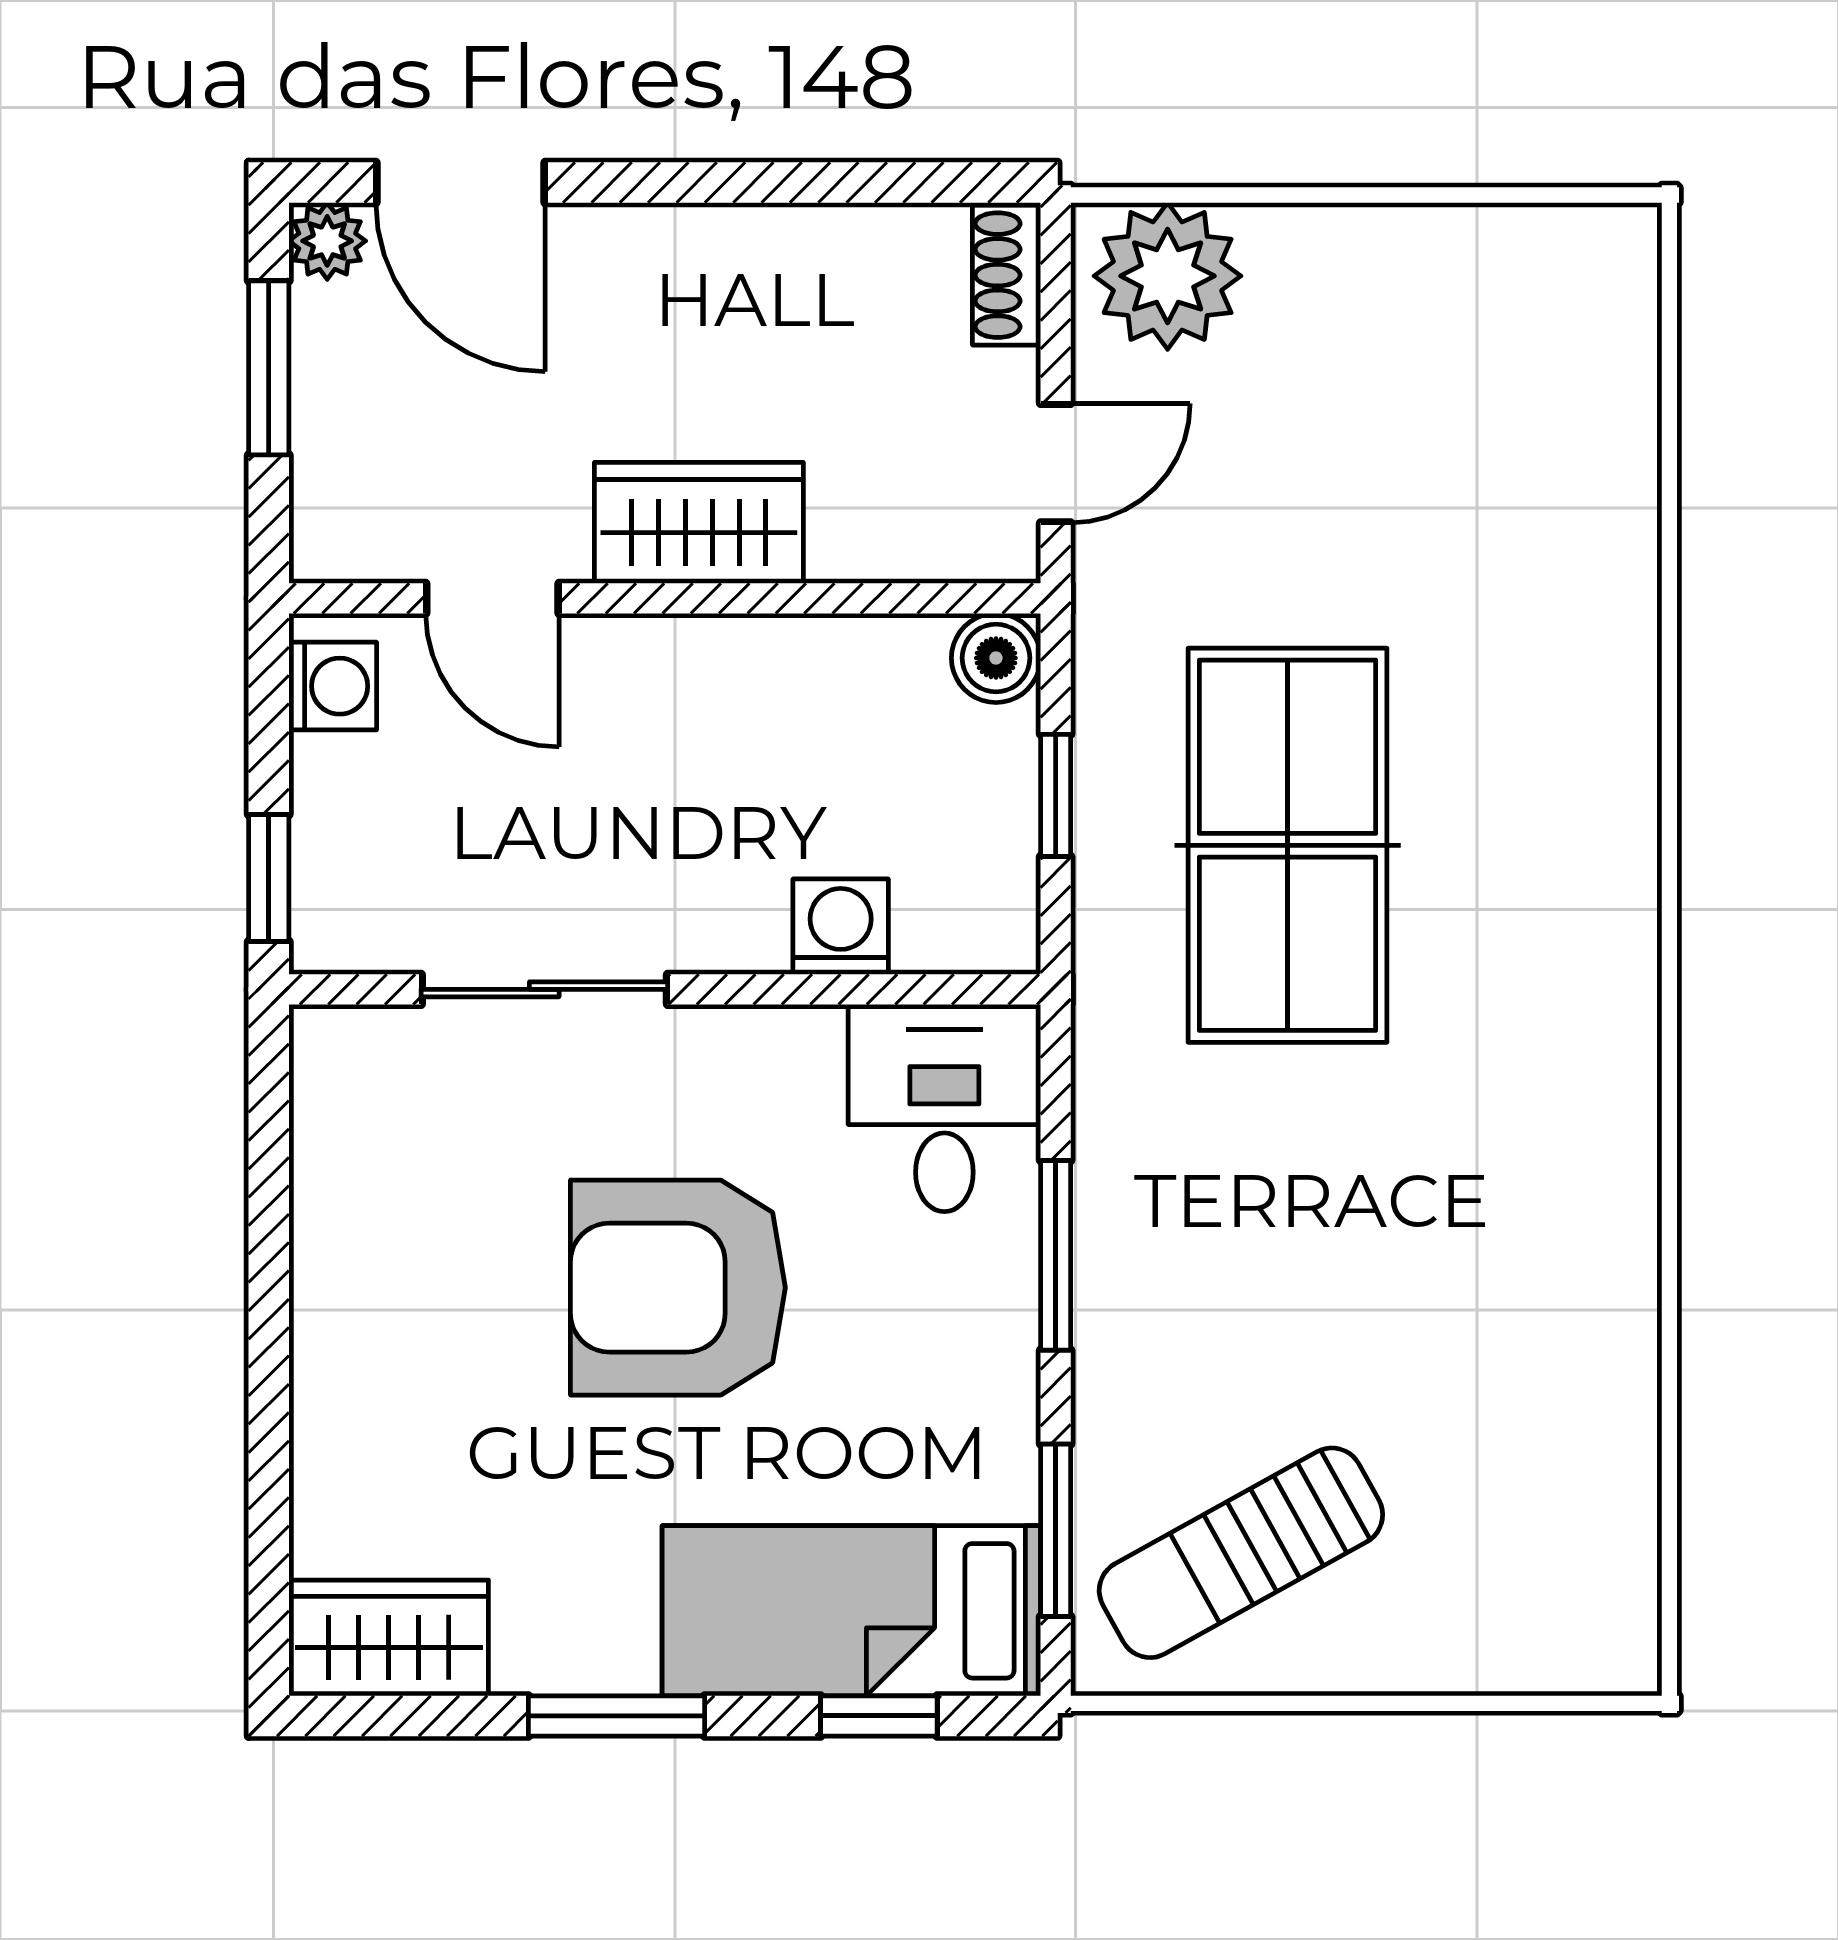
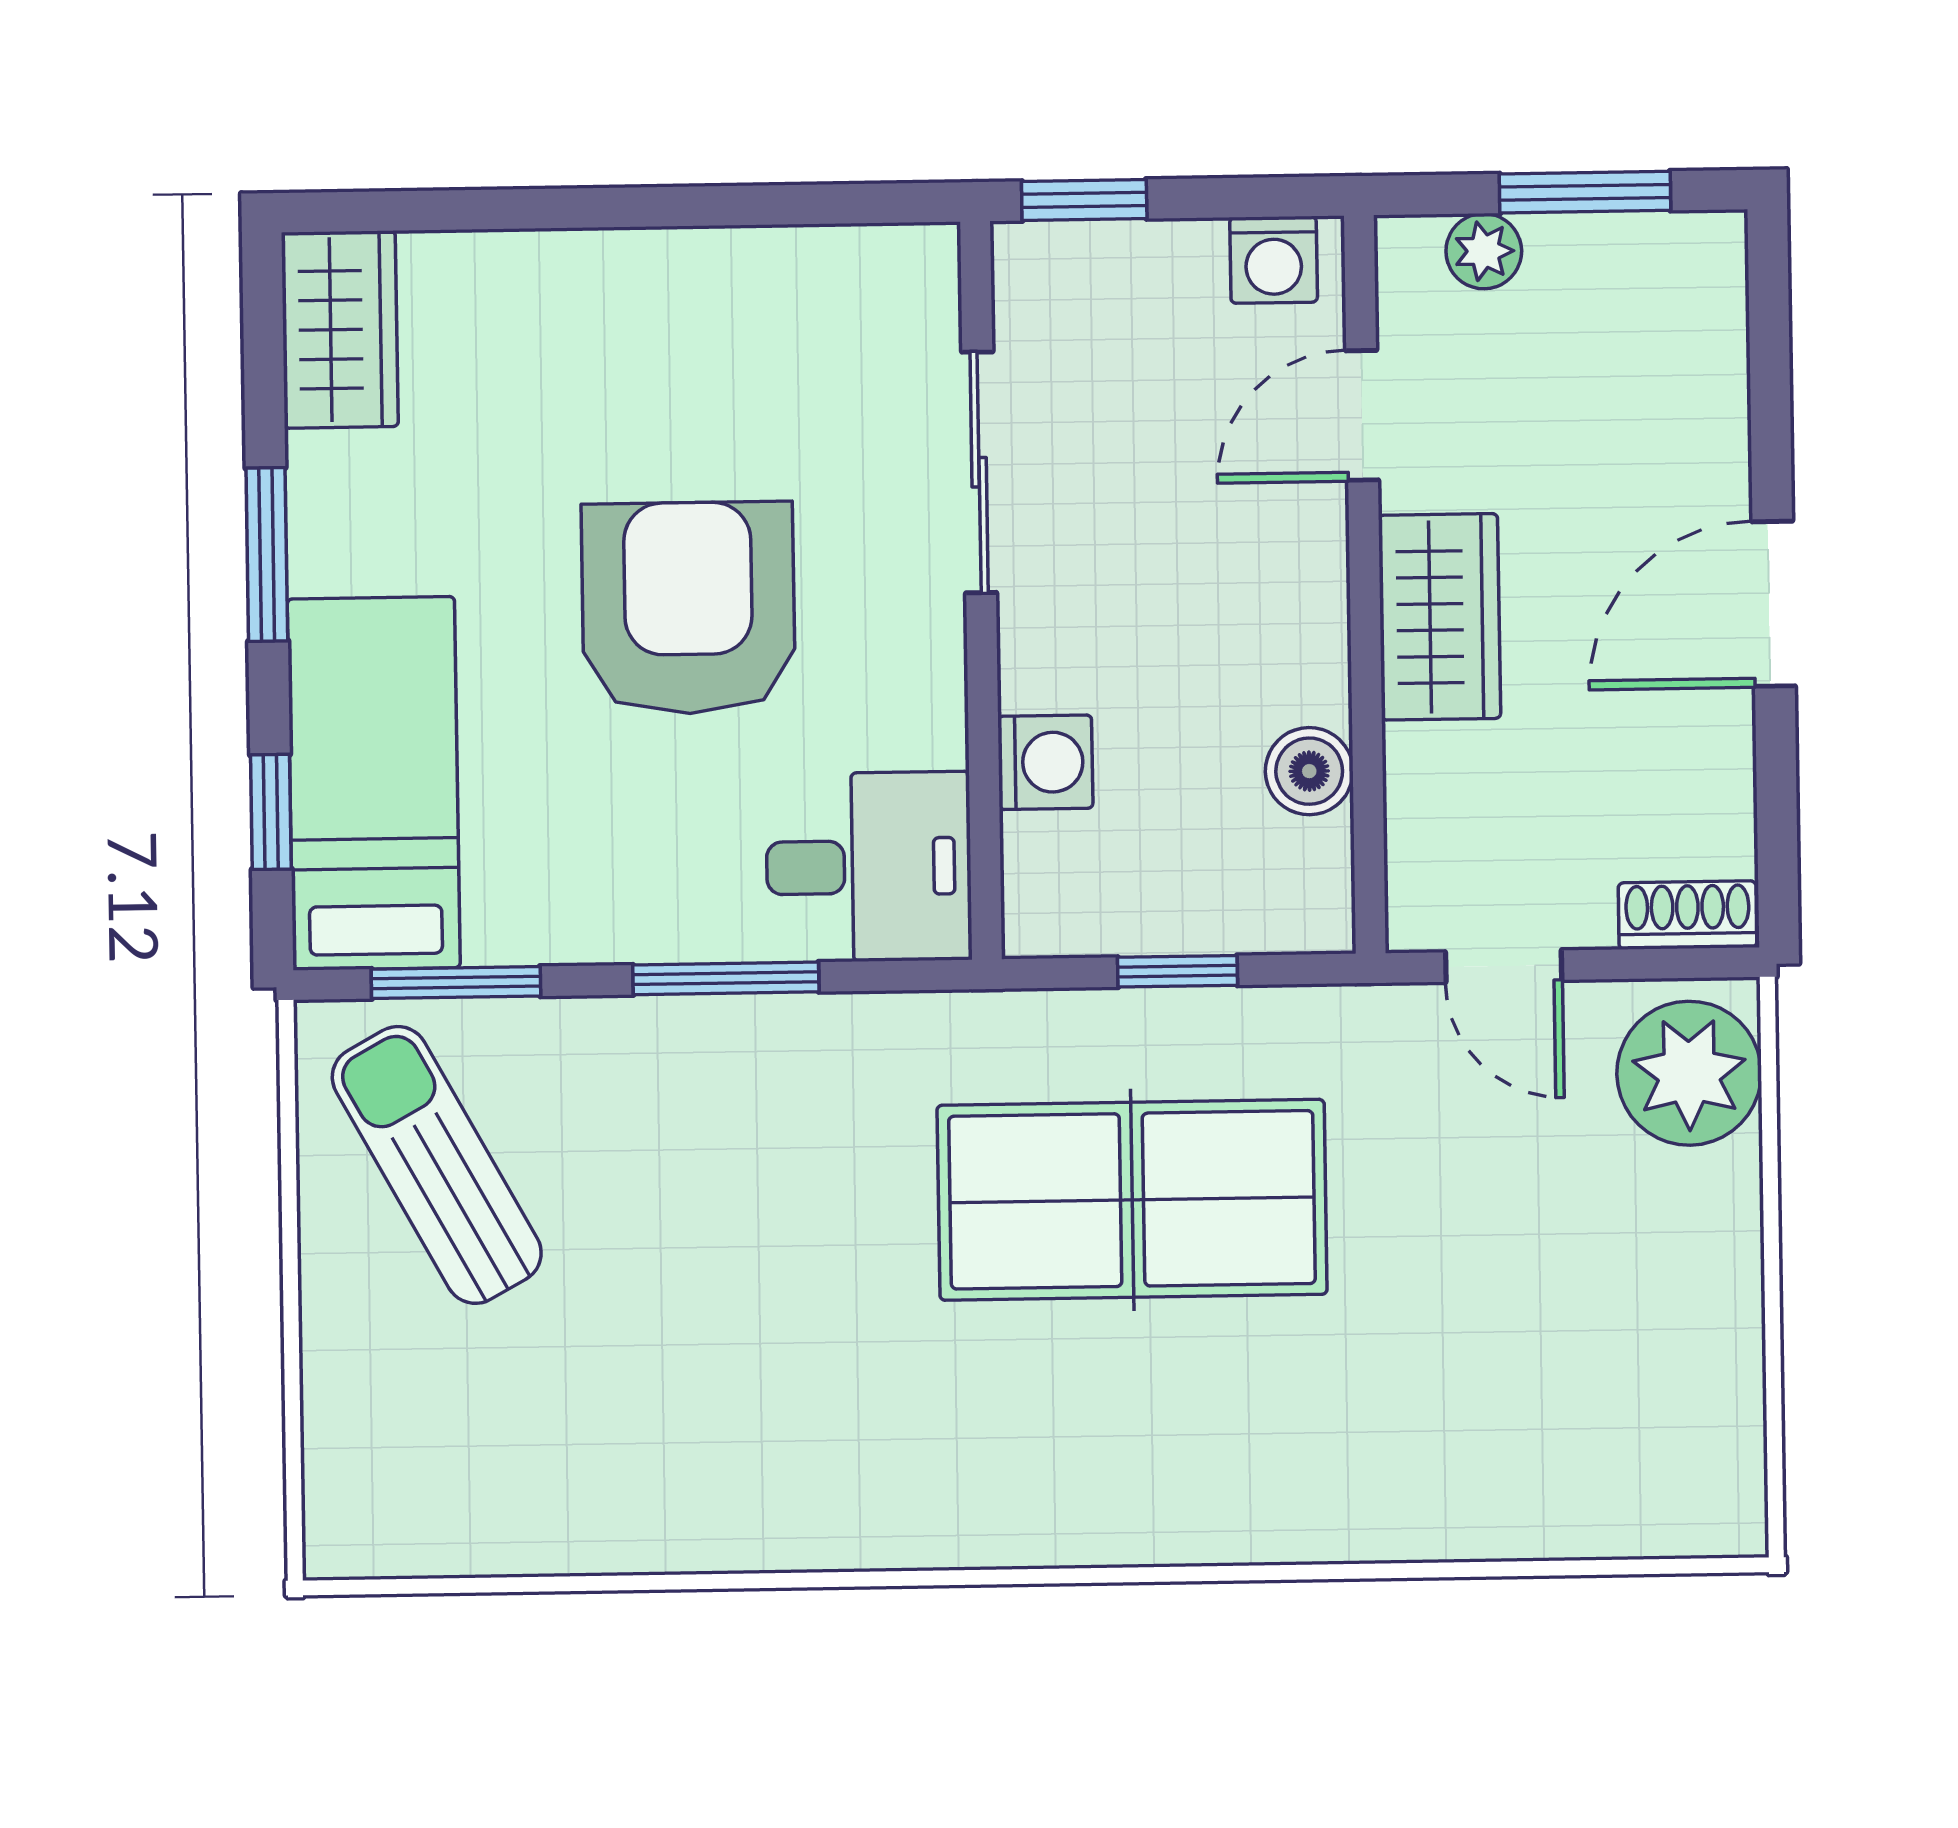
door: (461, 182) -> (1774, 604), moved
plant: (327, 241) -> (1484, 251), moved
boiler: (996, 658) -> (1309, 771), moved

